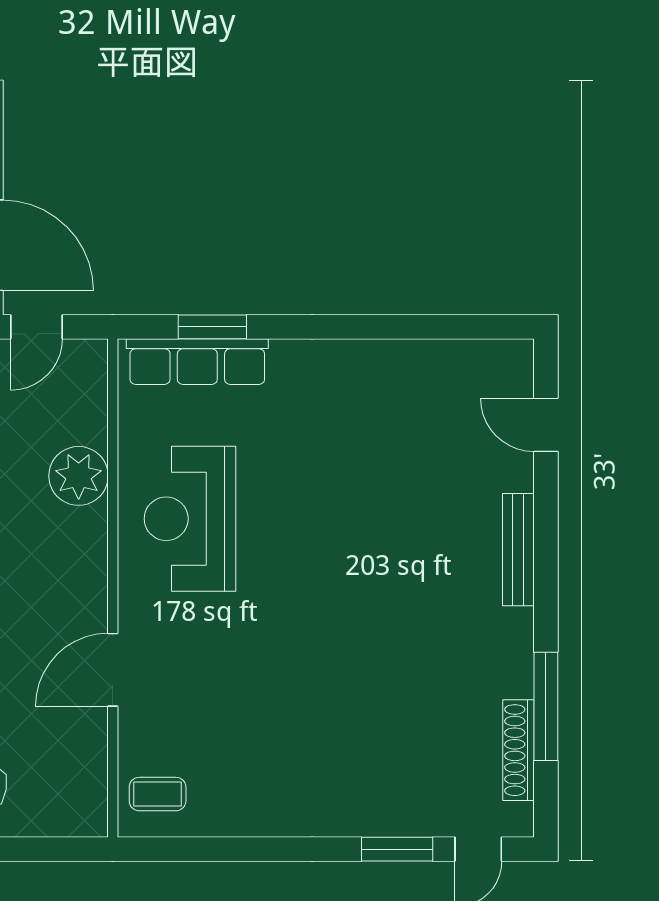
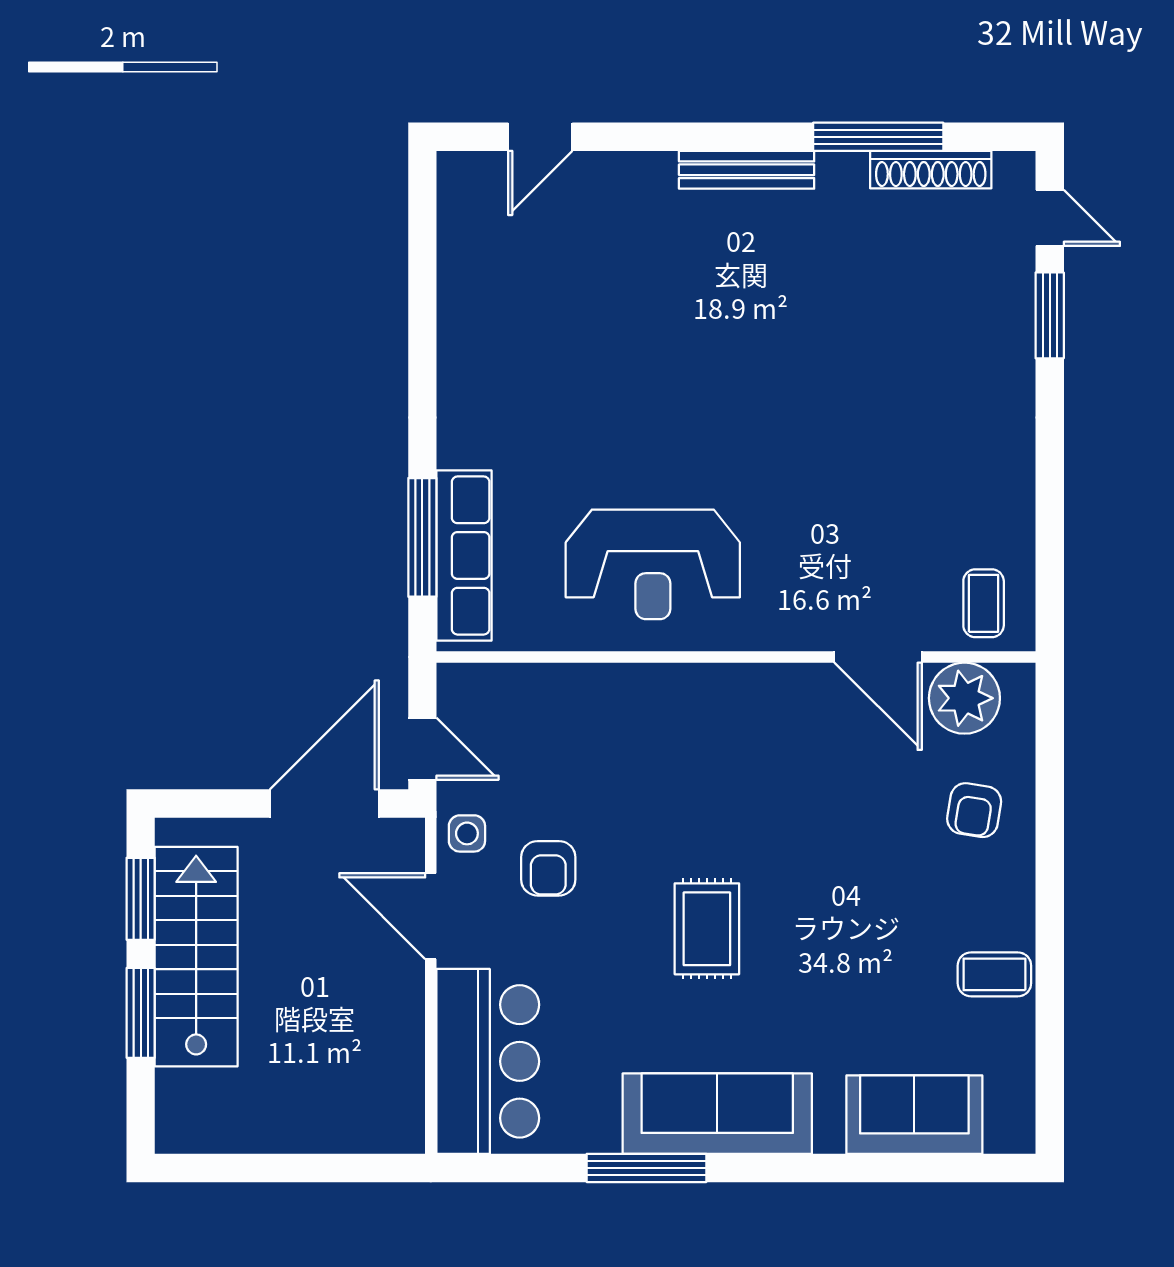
window: (212, 327) -> (422, 537), width x1.44
plant: (79, 476) -> (964, 698), moved
bench: (518, 550) -> (747, 170), moved
door: (113, 670) -> (878, 657), moved

